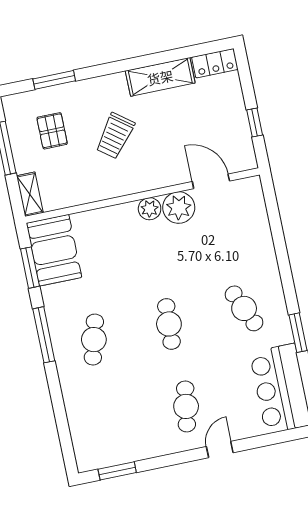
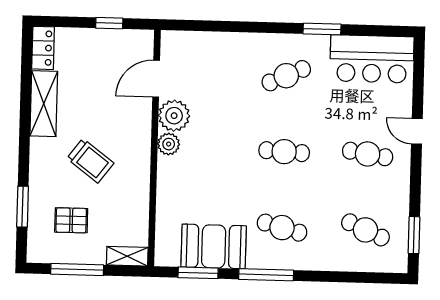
booth: (54, 250) -> (214, 246), moved
cafe table: (111, 422) -> (365, 230), added

